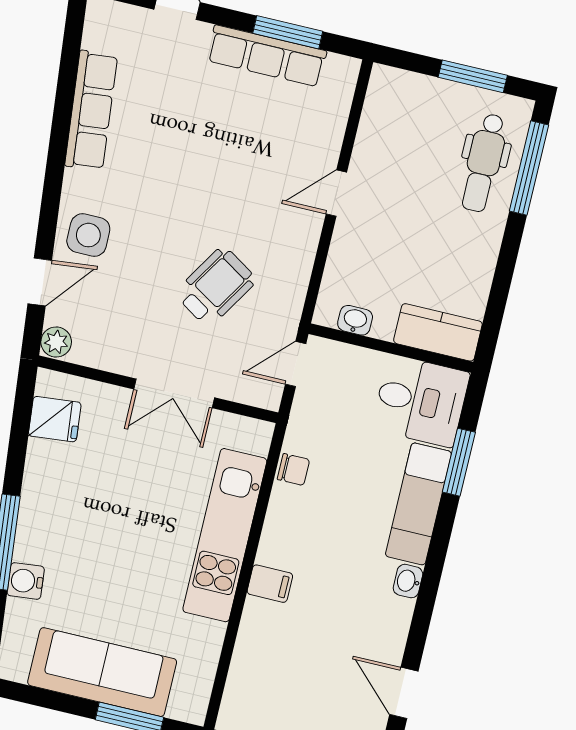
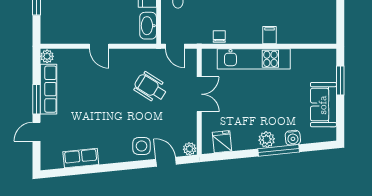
window: (288, 32) -> (37, 99), moved
plant: (341, 70) -> (47, 56), added
row of seats: (91, 110) -> (81, 158), width x0.68
washbasin: (355, 320) -> (148, 26), width x1.91, depth x1.45
plant: (36, 521) -> (267, 139), added
sofa: (102, 672) -> (323, 105), width x0.73

